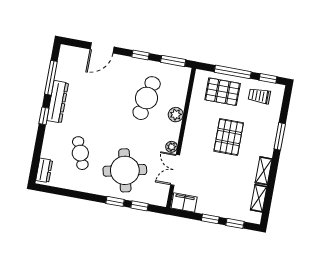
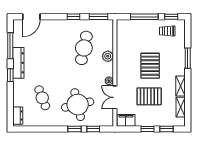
door: (102, 48) -> (31, 17), moved
pallet: (223, 92) -> (149, 96), moved

